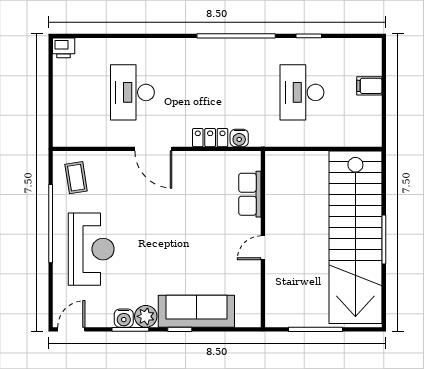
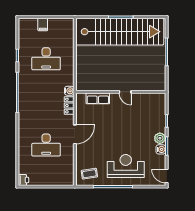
row of seats: (250, 194) -> (98, 98), moved
wall: (263, 239) -> (121, 92), moved
door: (263, 248) -> (125, 92), moved
sofa: (196, 311) -> (157, 112), removed

